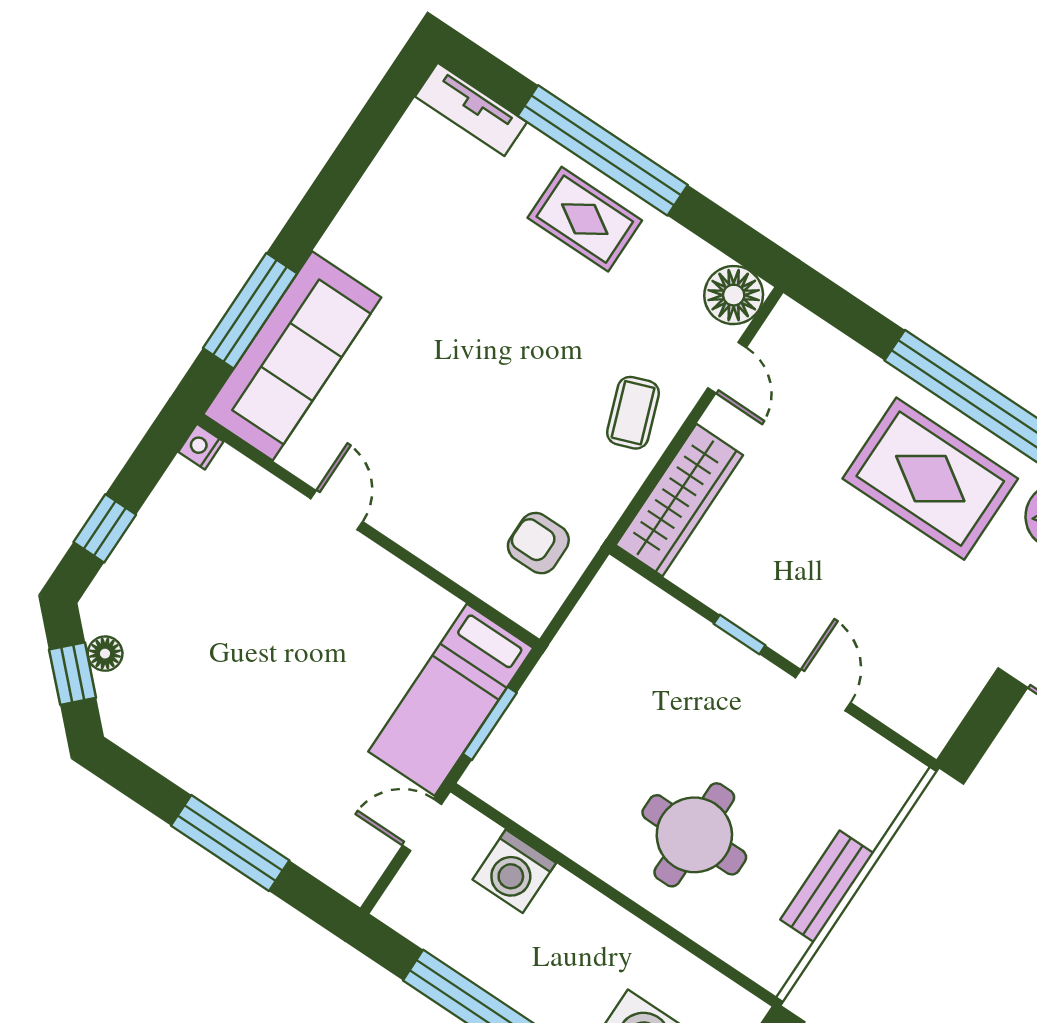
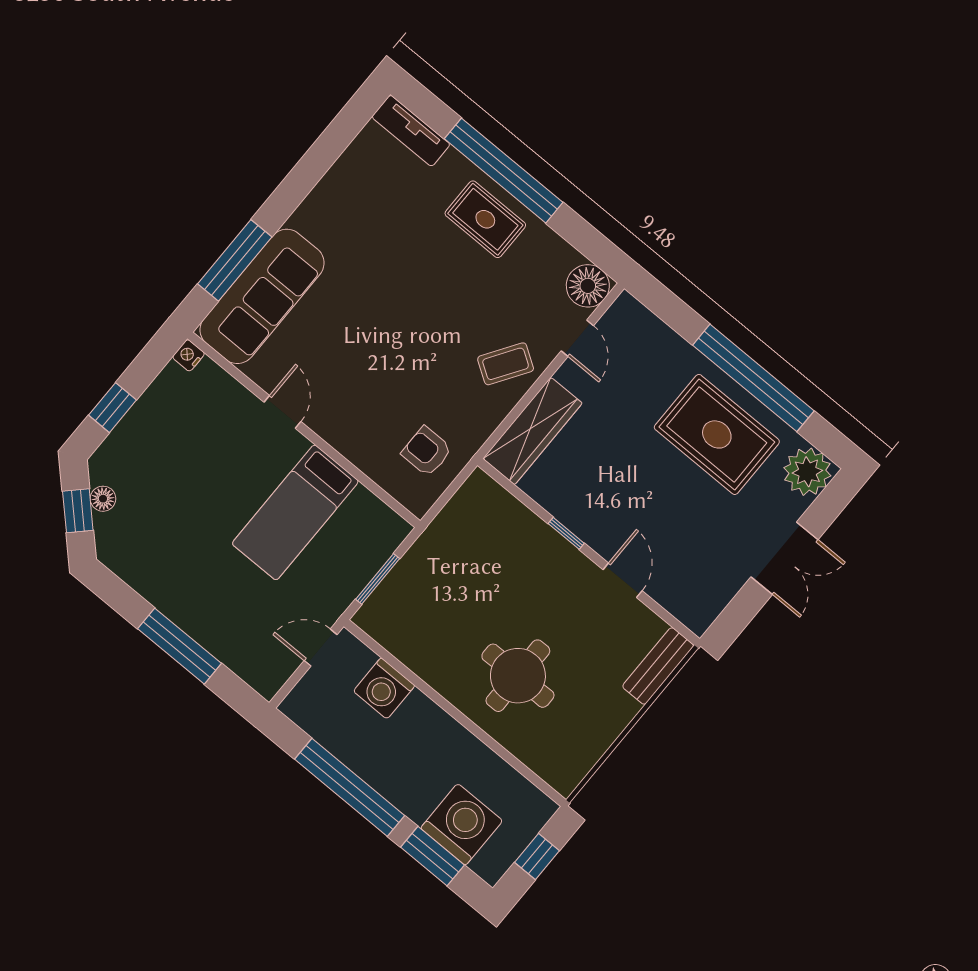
coffee table: (633, 413) -> (506, 364), turned 53
bed: (451, 700) -> (295, 512), moved
bench: (827, 886) -> (658, 666), moved

